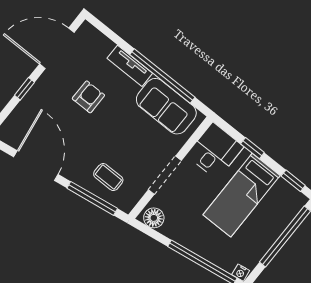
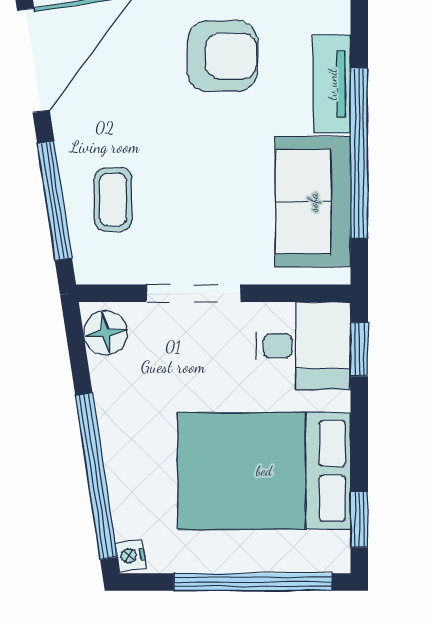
armchair: (88, 97) -> (222, 56), width x1.38, depth x1.38
window: (252, 148) -> (359, 349), moved
bed: (242, 195) -> (264, 471), width x1.50

